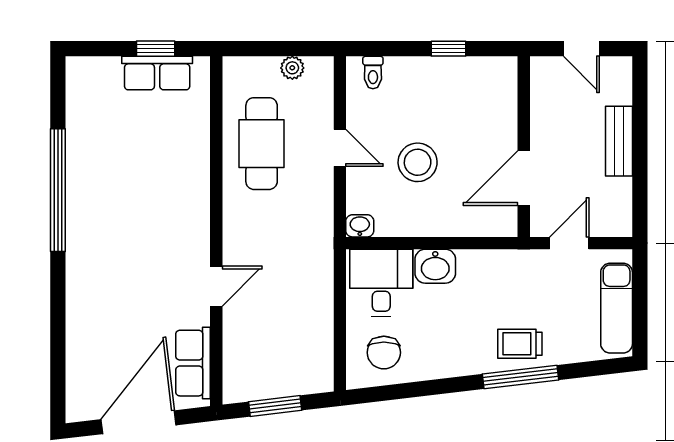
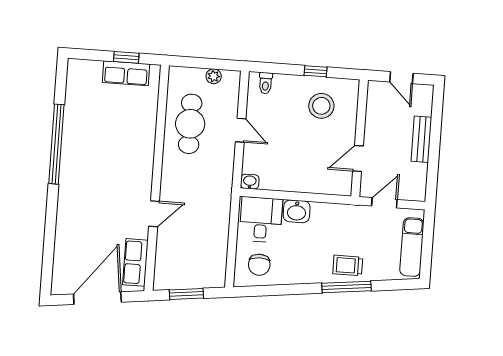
stool: (418, 162) -> (321, 106), moved
door: (524, 178) -> (358, 159), width x0.73

